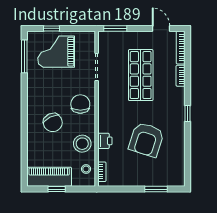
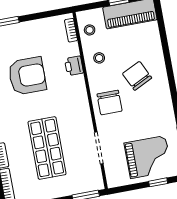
armchair: (146, 140) -> (27, 76), turned 72
stool: (82, 144) -> (99, 58), width x0.53, depth x0.53

